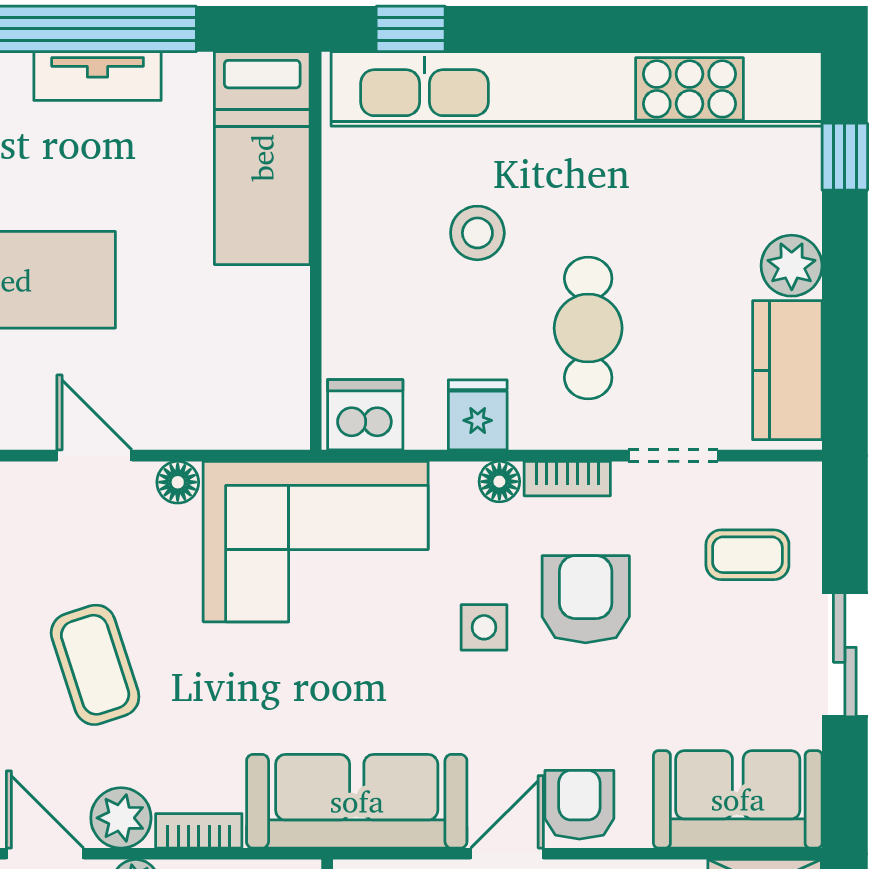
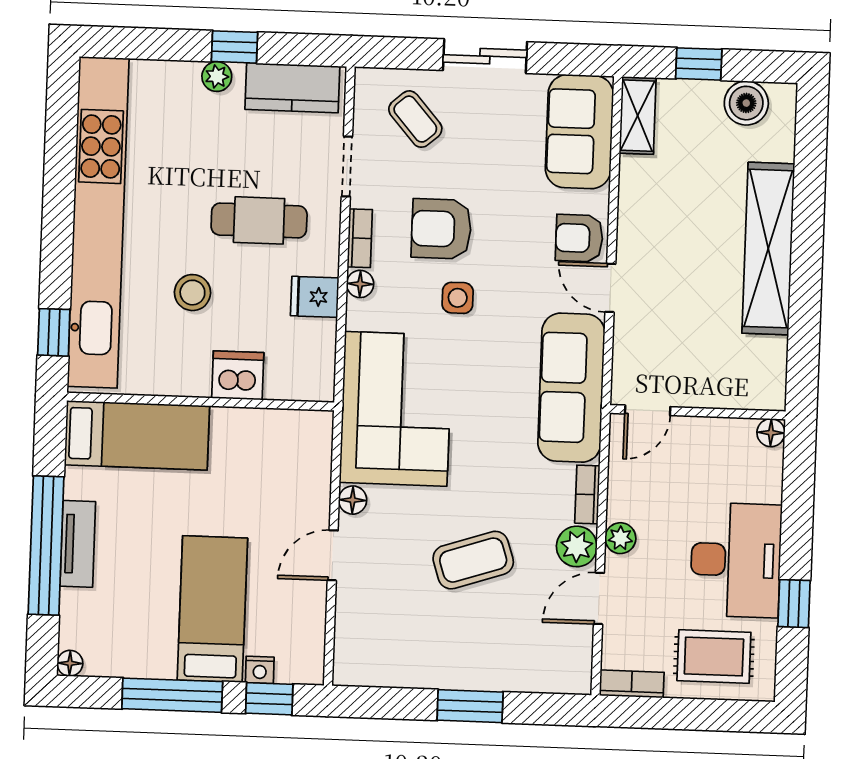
window: (845, 157) -> (234, 47), moved
plant: (792, 266) -> (217, 77), width x0.73, depth x0.73
dishwasher: (365, 415) -> (238, 375), moved, turned 90
coffee table: (747, 555) -> (415, 119), turned -41

